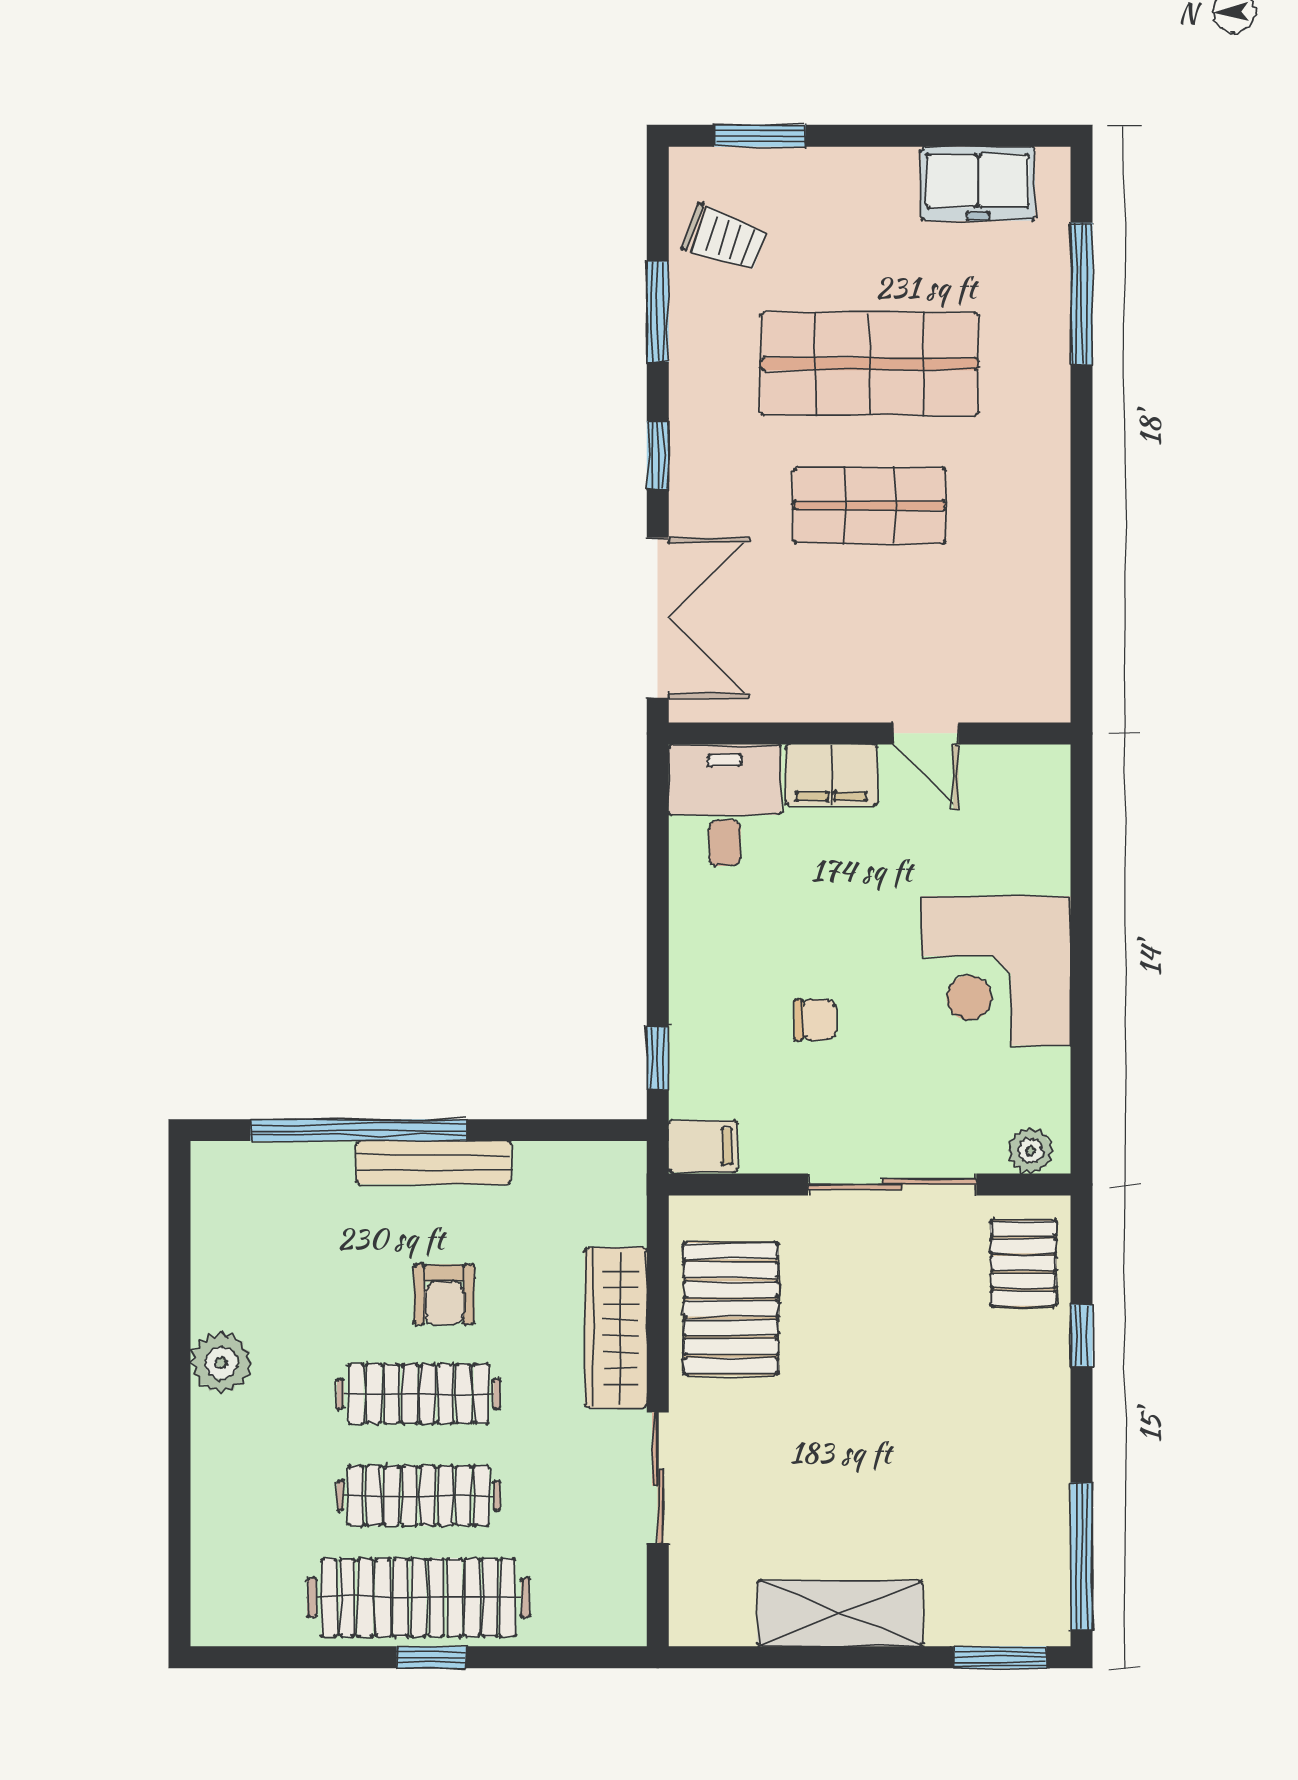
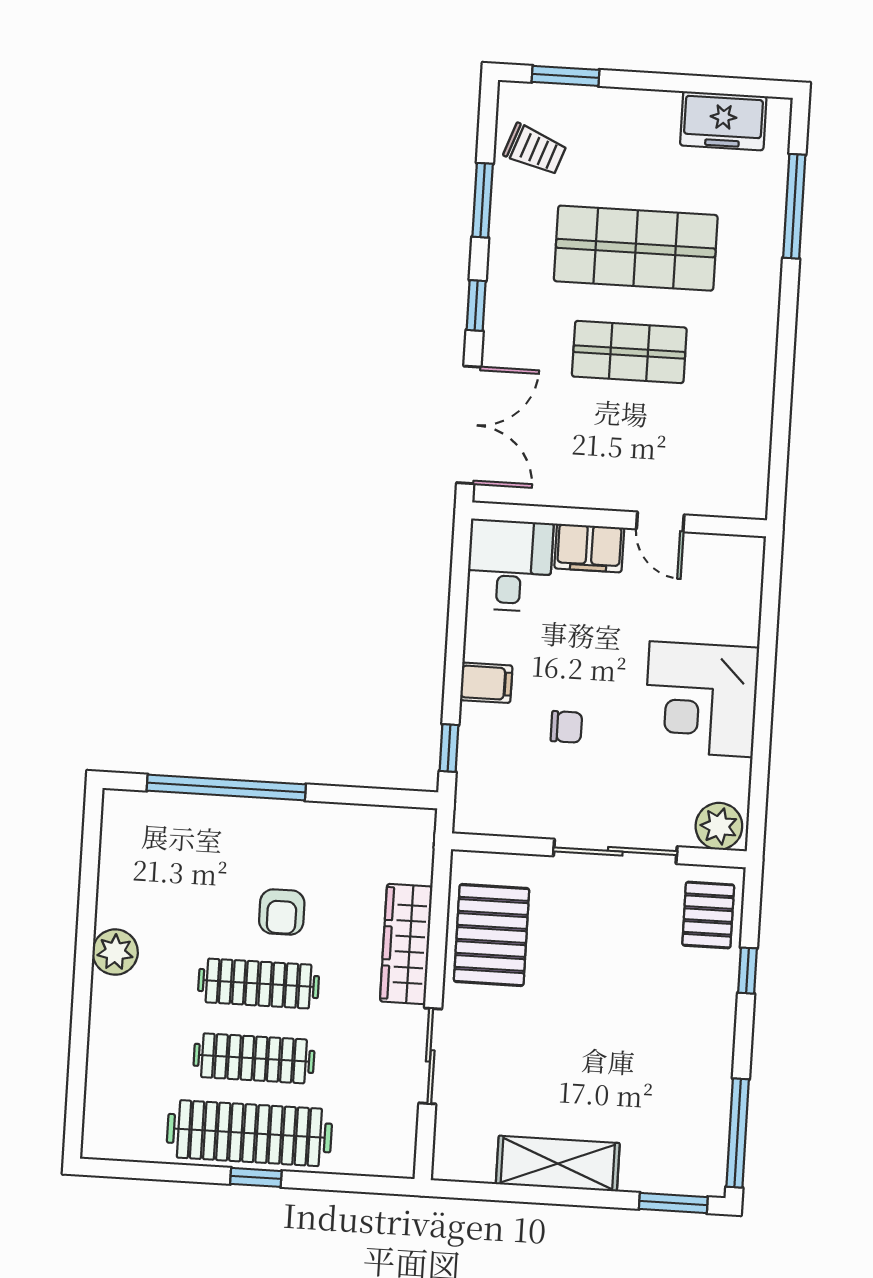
filing cabinet: (703, 1146) -> (486, 683), moved
plant: (1031, 1151) -> (719, 826), width x1.38, depth x1.38
bench: (434, 1163) -> (280, 815), removed

